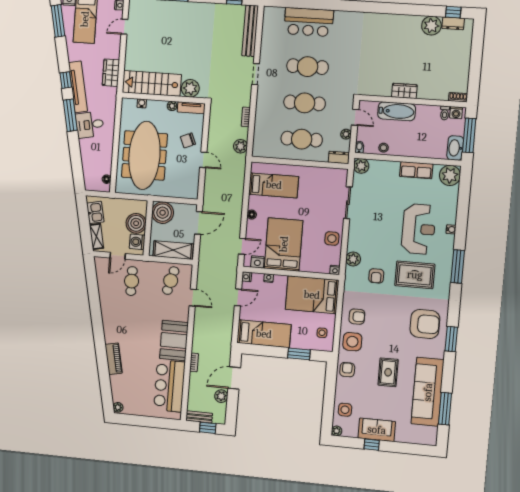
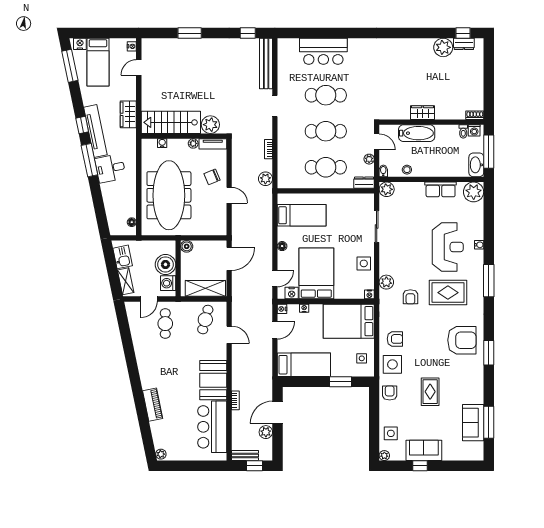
boiler: (163, 213) -> (187, 246), width x0.54, depth x0.54
sofa: (428, 392) -> (473, 423), width x0.54, depth x0.79

